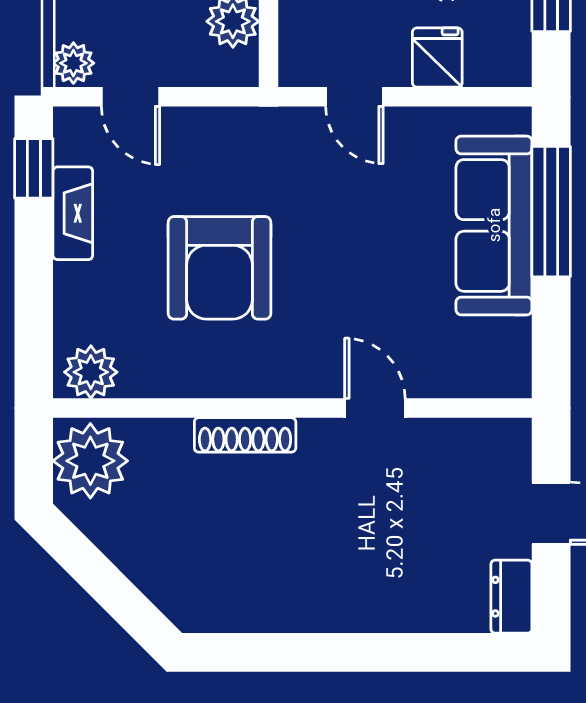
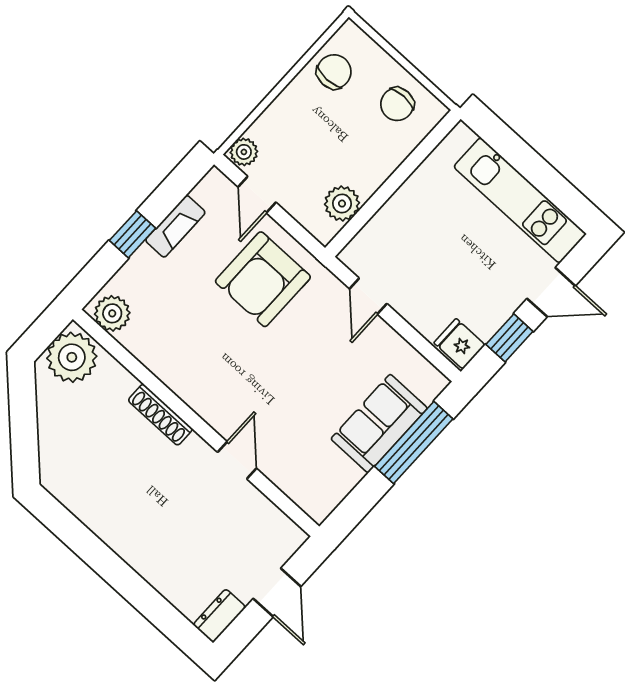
fridge: (437, 57) -> (459, 344), moved, turned -90
window: (34, 168) -> (133, 234), moved
sofa: (494, 225) -> (379, 423), width x0.73
armchair: (220, 268) -> (263, 279), moved

